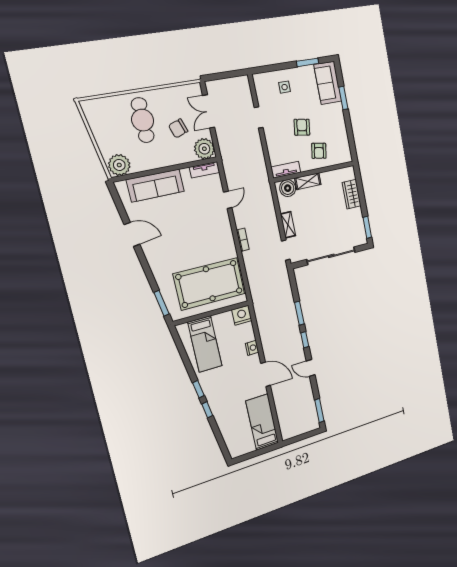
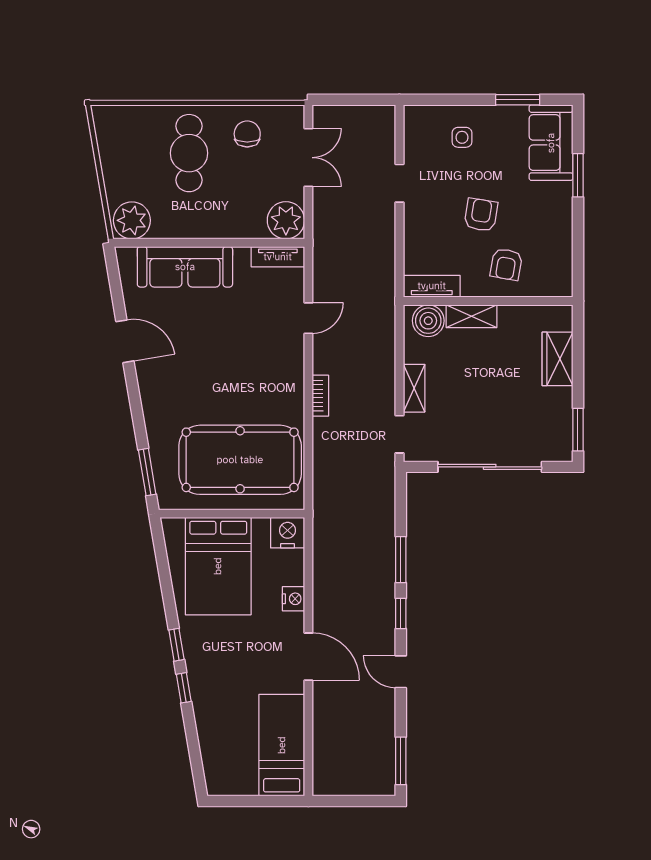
double door: (209, 111) -> (308, 158), swing flipped
chair: (178, 128) -> (247, 134), moved, turned 109
bed: (205, 344) -> (218, 566), width x1.50

